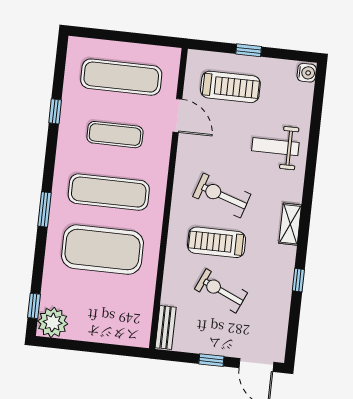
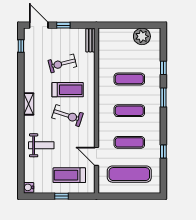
exercise mat: (109, 192) -> (129, 111), width x0.73, depth x0.69
exercise mat: (102, 250) -> (129, 79), width x0.50, depth x0.69
window: (298, 280) -> (21, 46), moved
exercise bike: (221, 291) -> (62, 64), turned 142
window: (34, 306) -> (163, 68), moved
plant: (53, 322) -> (142, 36), moved

